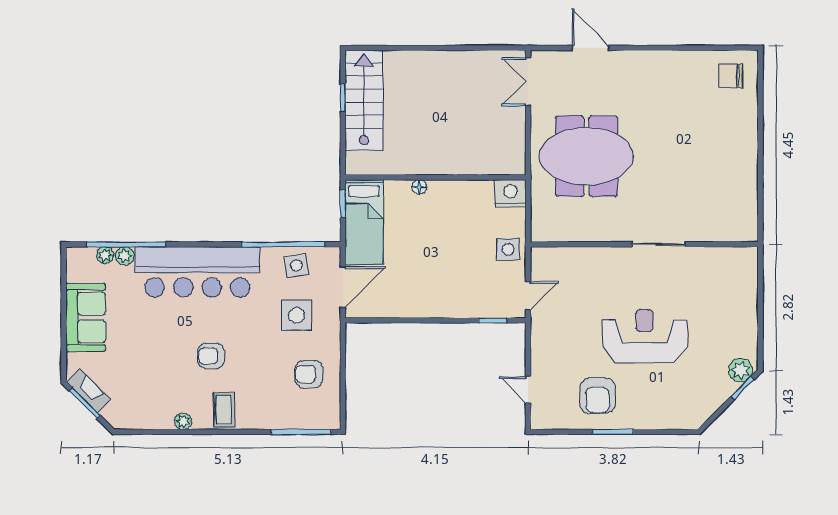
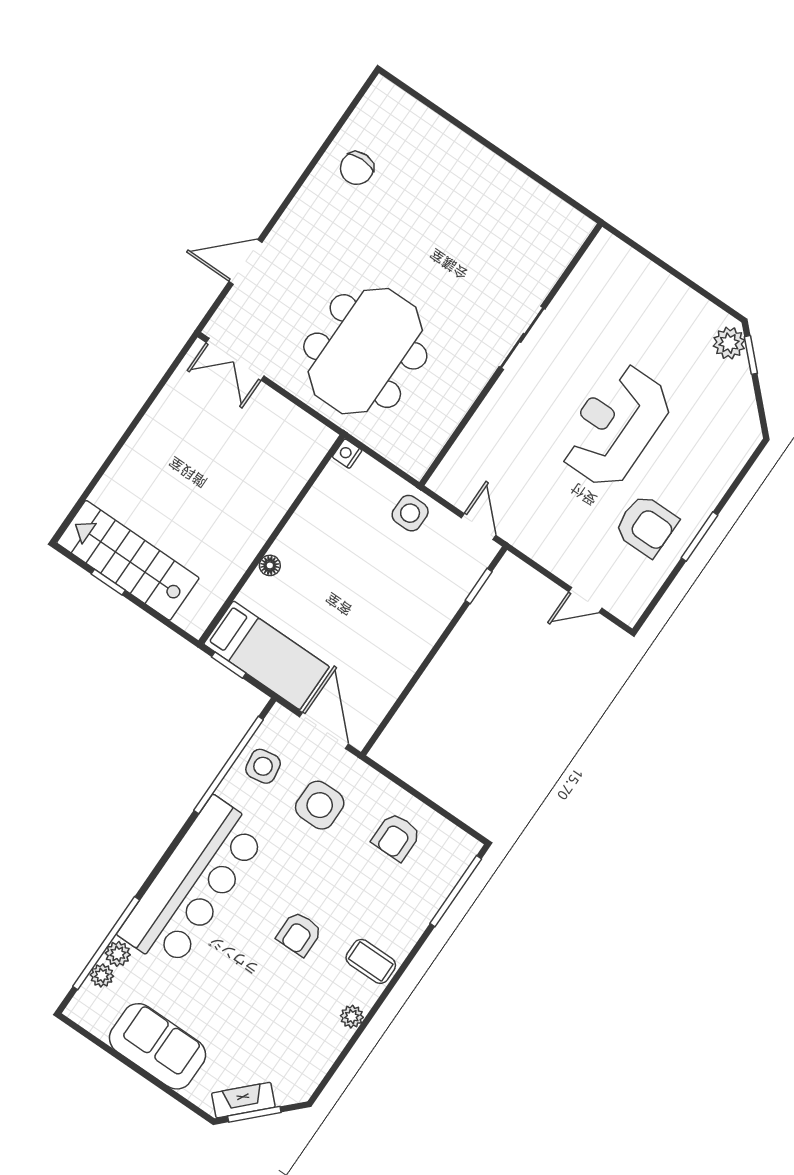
chair: (731, 76) -> (357, 168), moved
nightstand: (510, 193) -> (347, 454), width x0.53, depth x0.56

